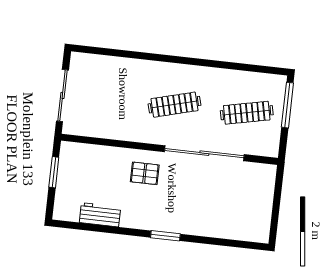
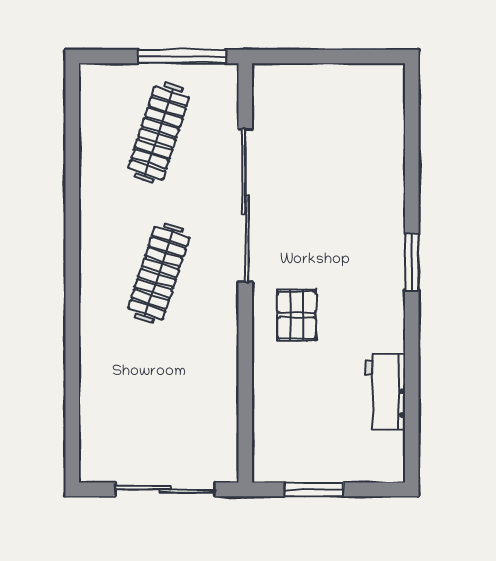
clothes rail: (174, 105) -> (159, 273), turned 33
window: (287, 105) -> (182, 57), moved
clothes rail: (247, 113) -> (159, 133), turned 30

